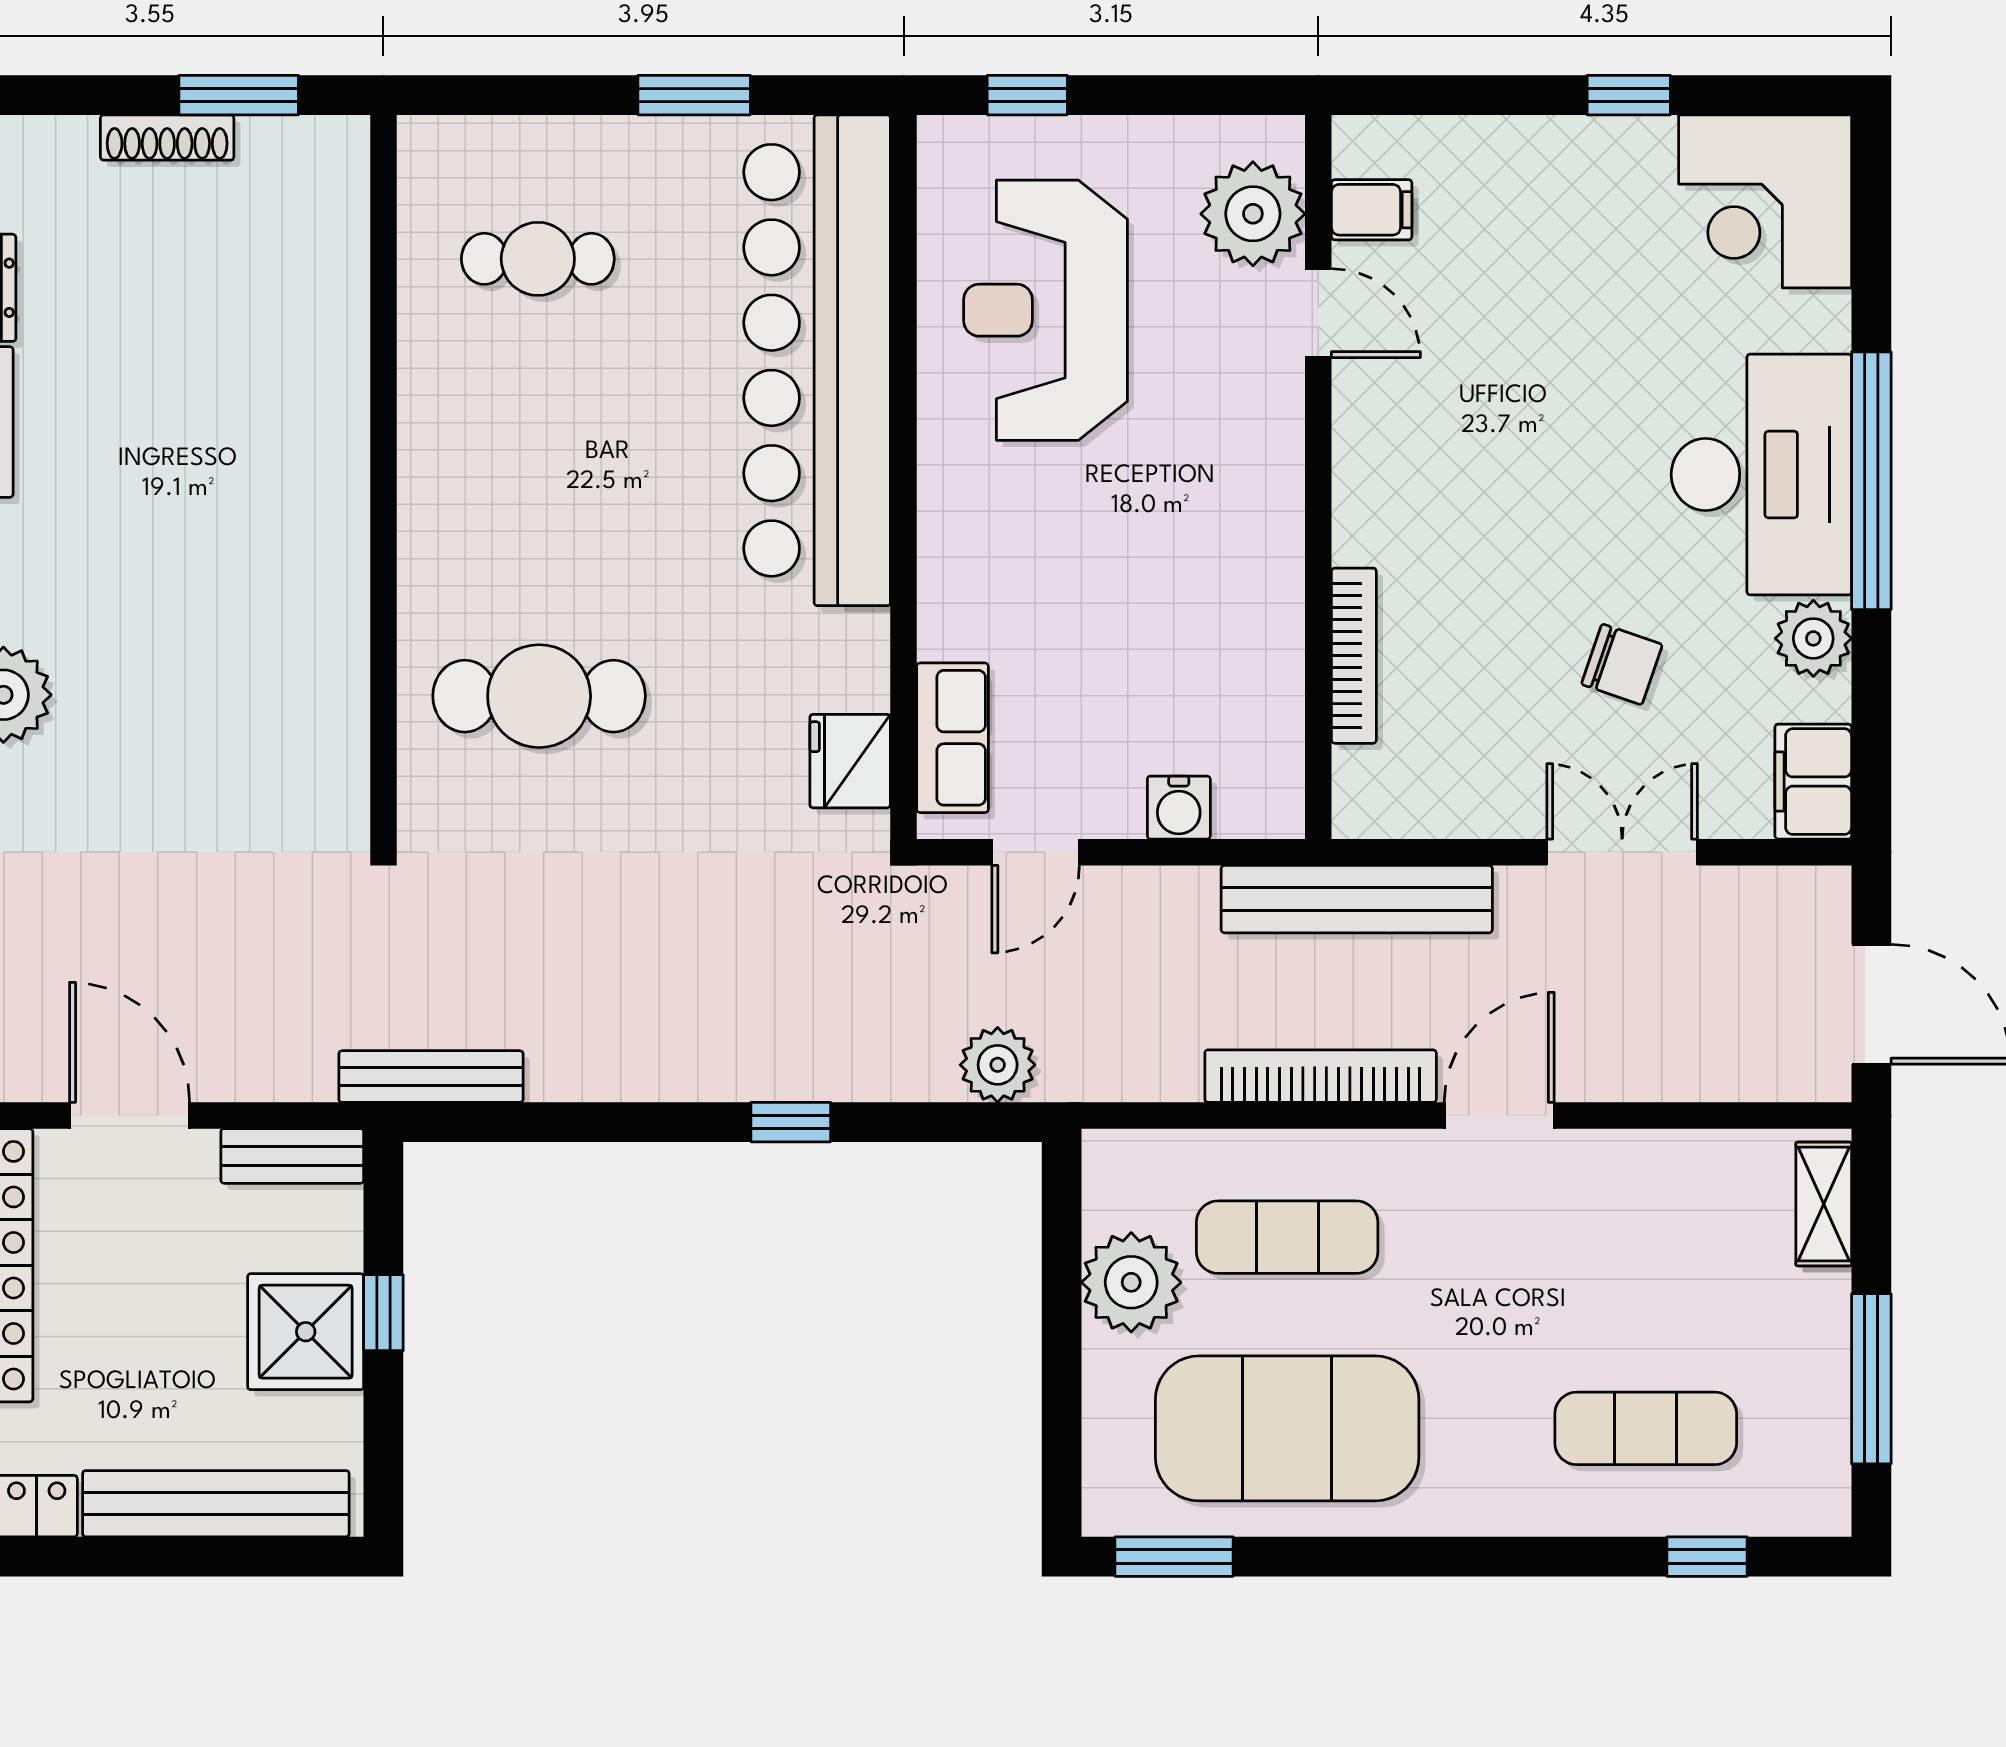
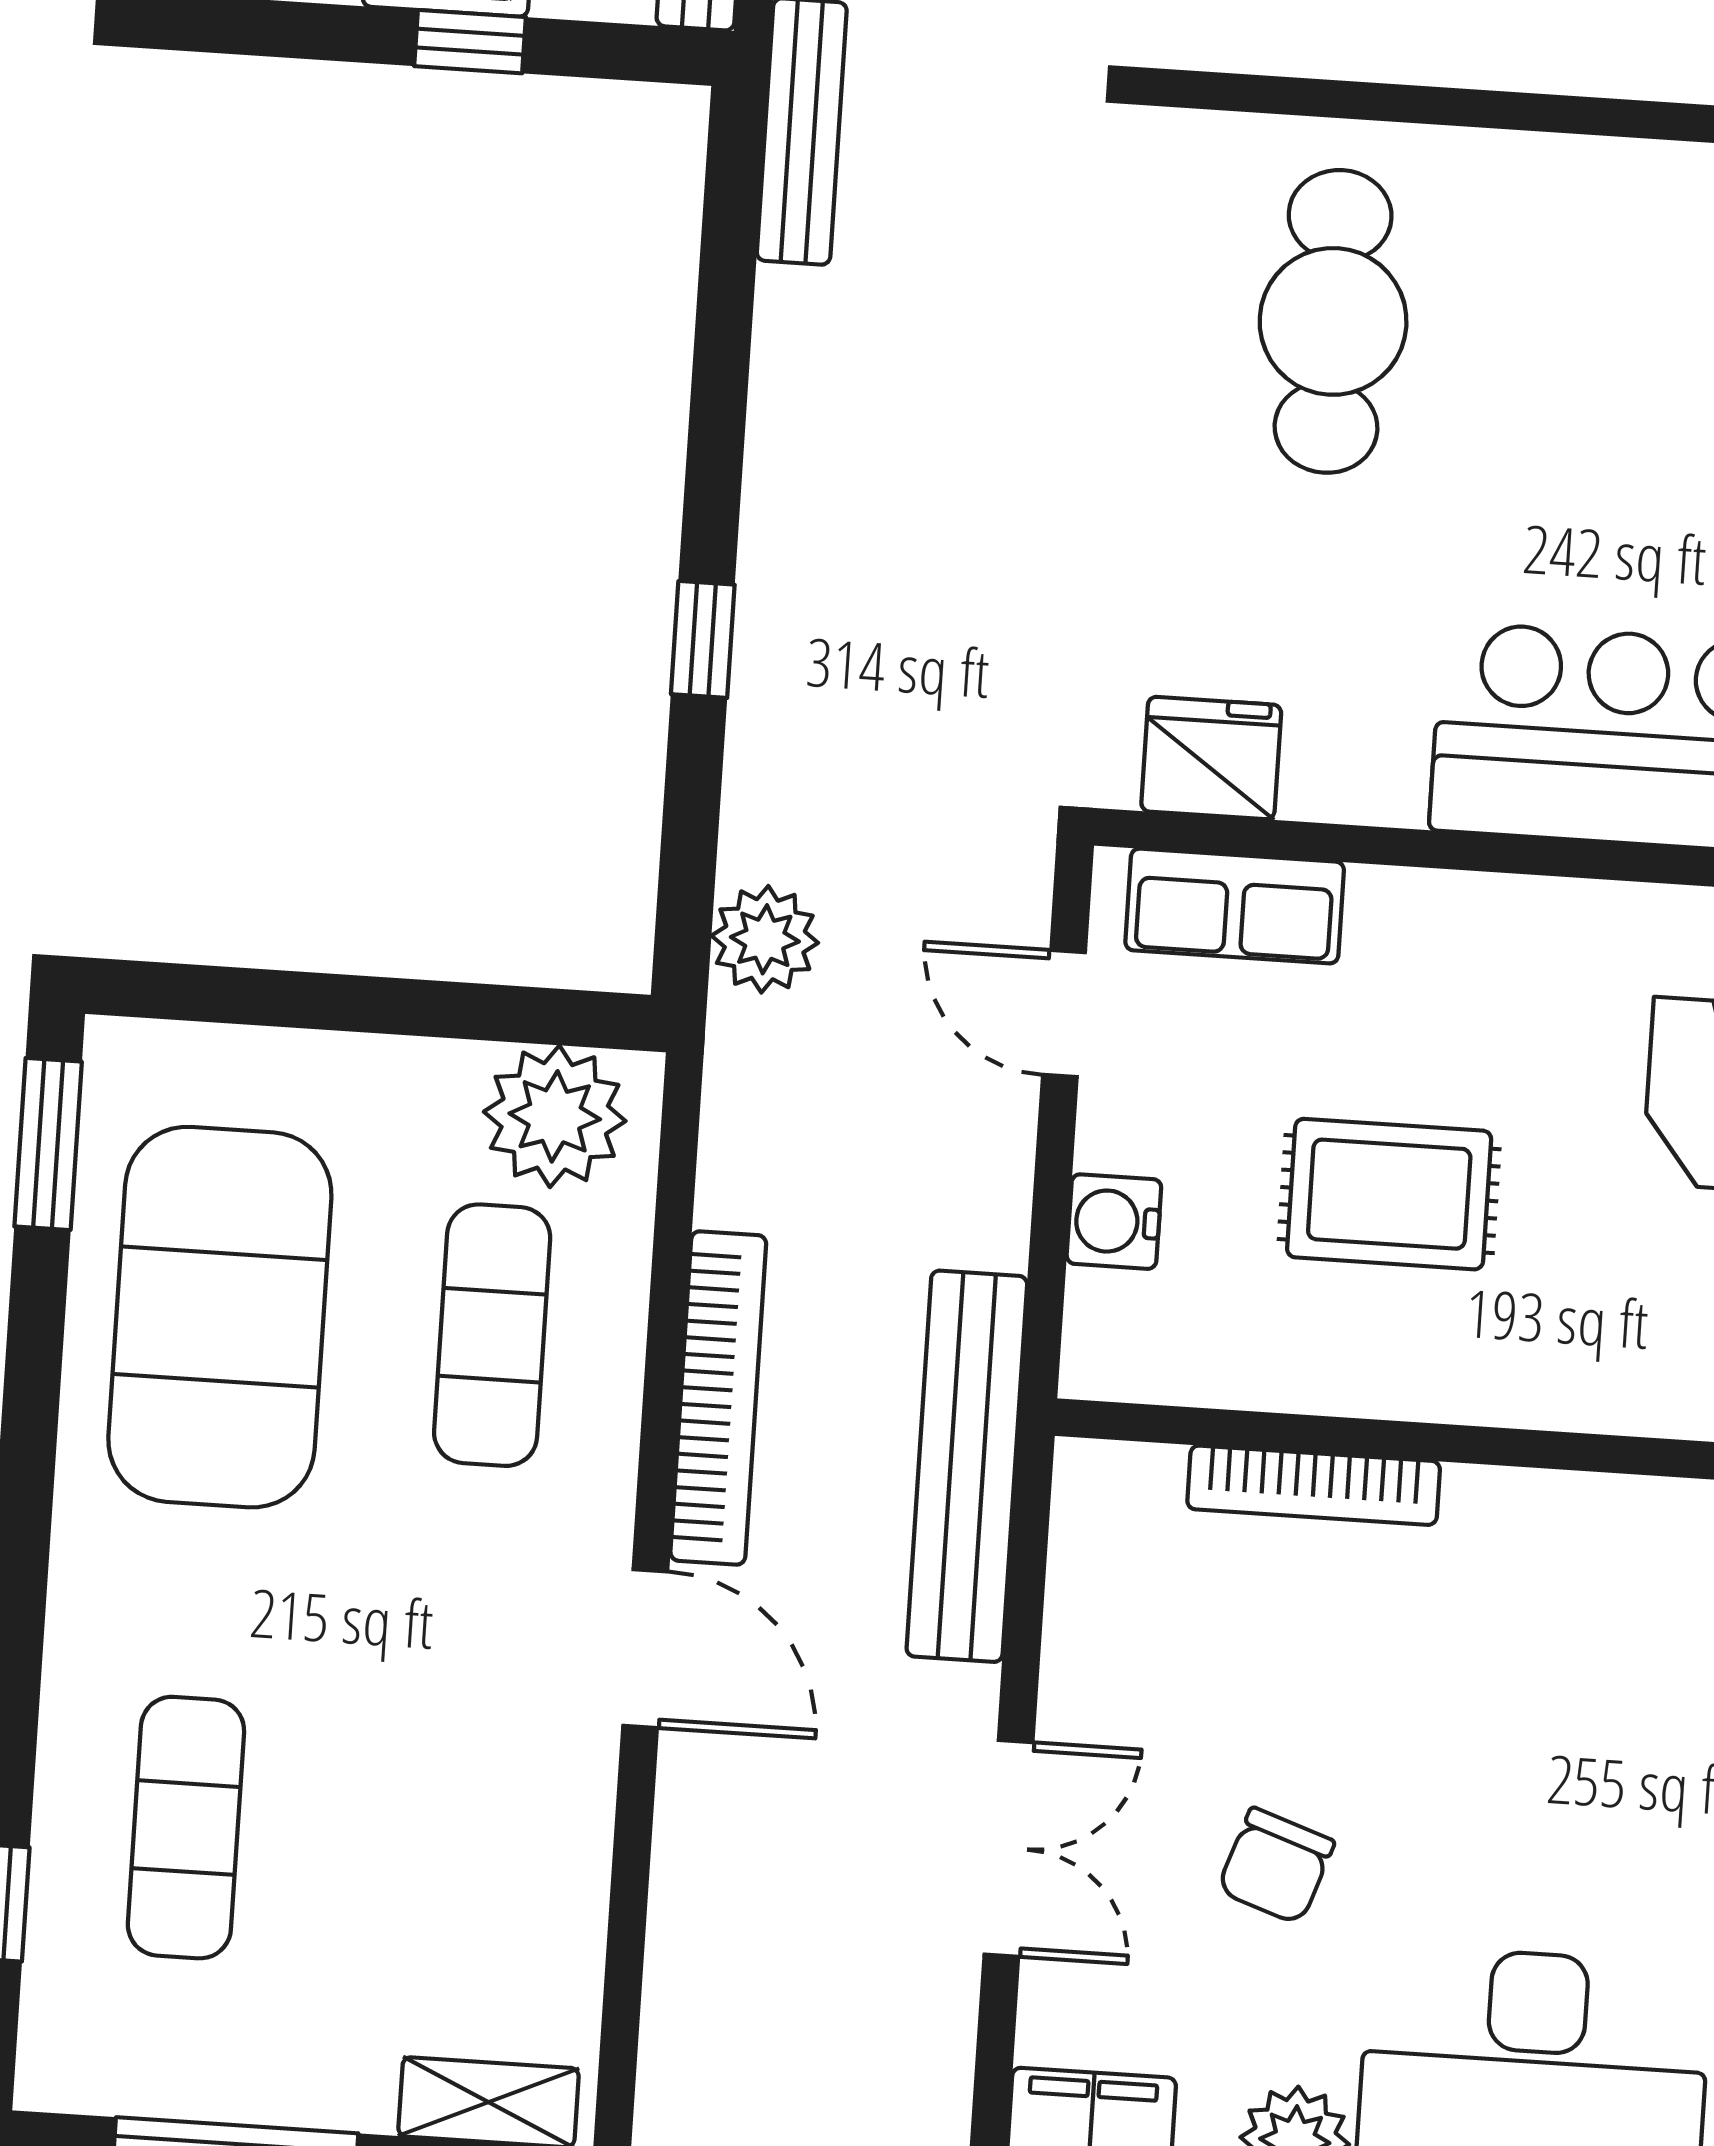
rug: (1147, 616) -> (1389, 1194), added
plant: (1131, 1282) -> (555, 1116), moved

